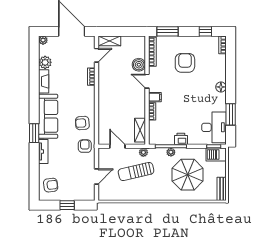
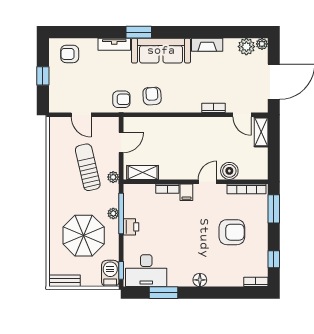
plant: (45, 62) -> (246, 47), moved
armchair: (51, 185) -> (70, 54), turned 97

